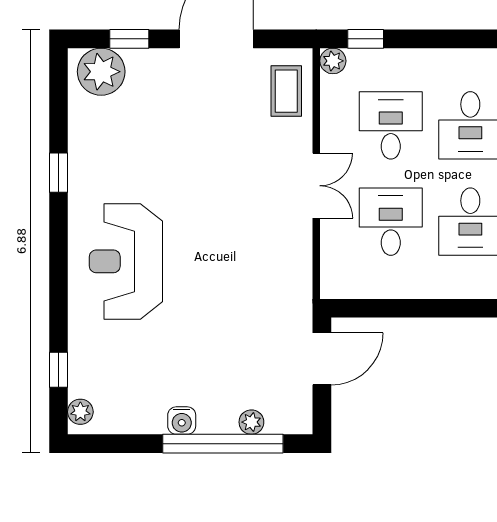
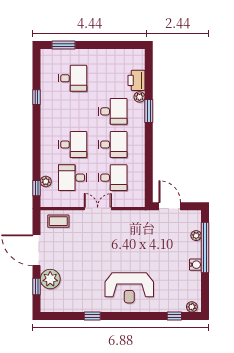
plant: (333, 61) -> (46, 182), moved
plant: (101, 72) -> (50, 279), moved
desk: (391, 222) -> (113, 178), turned 180

